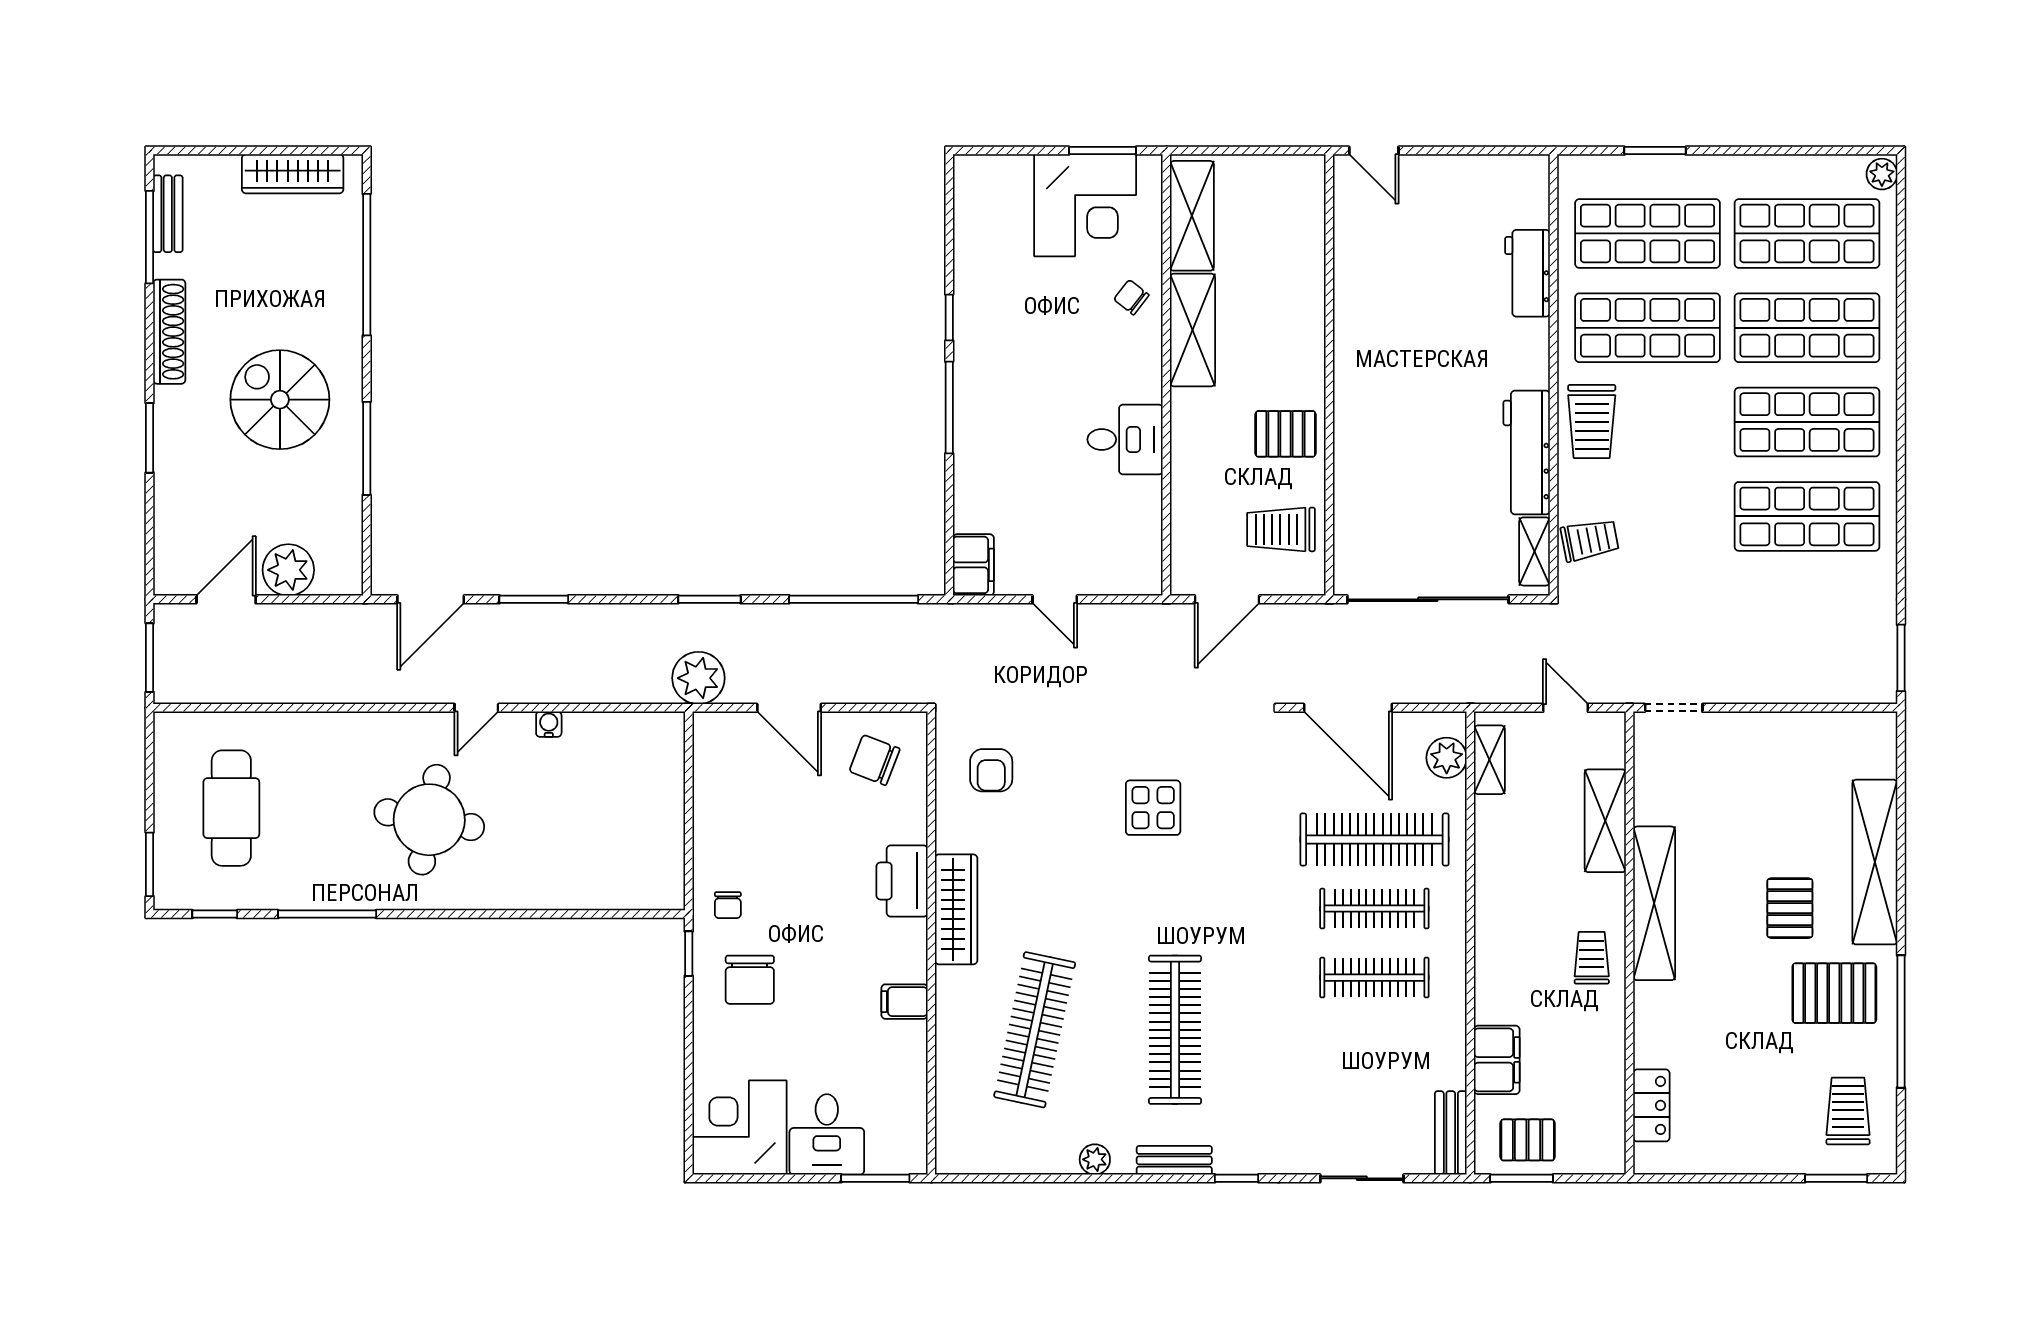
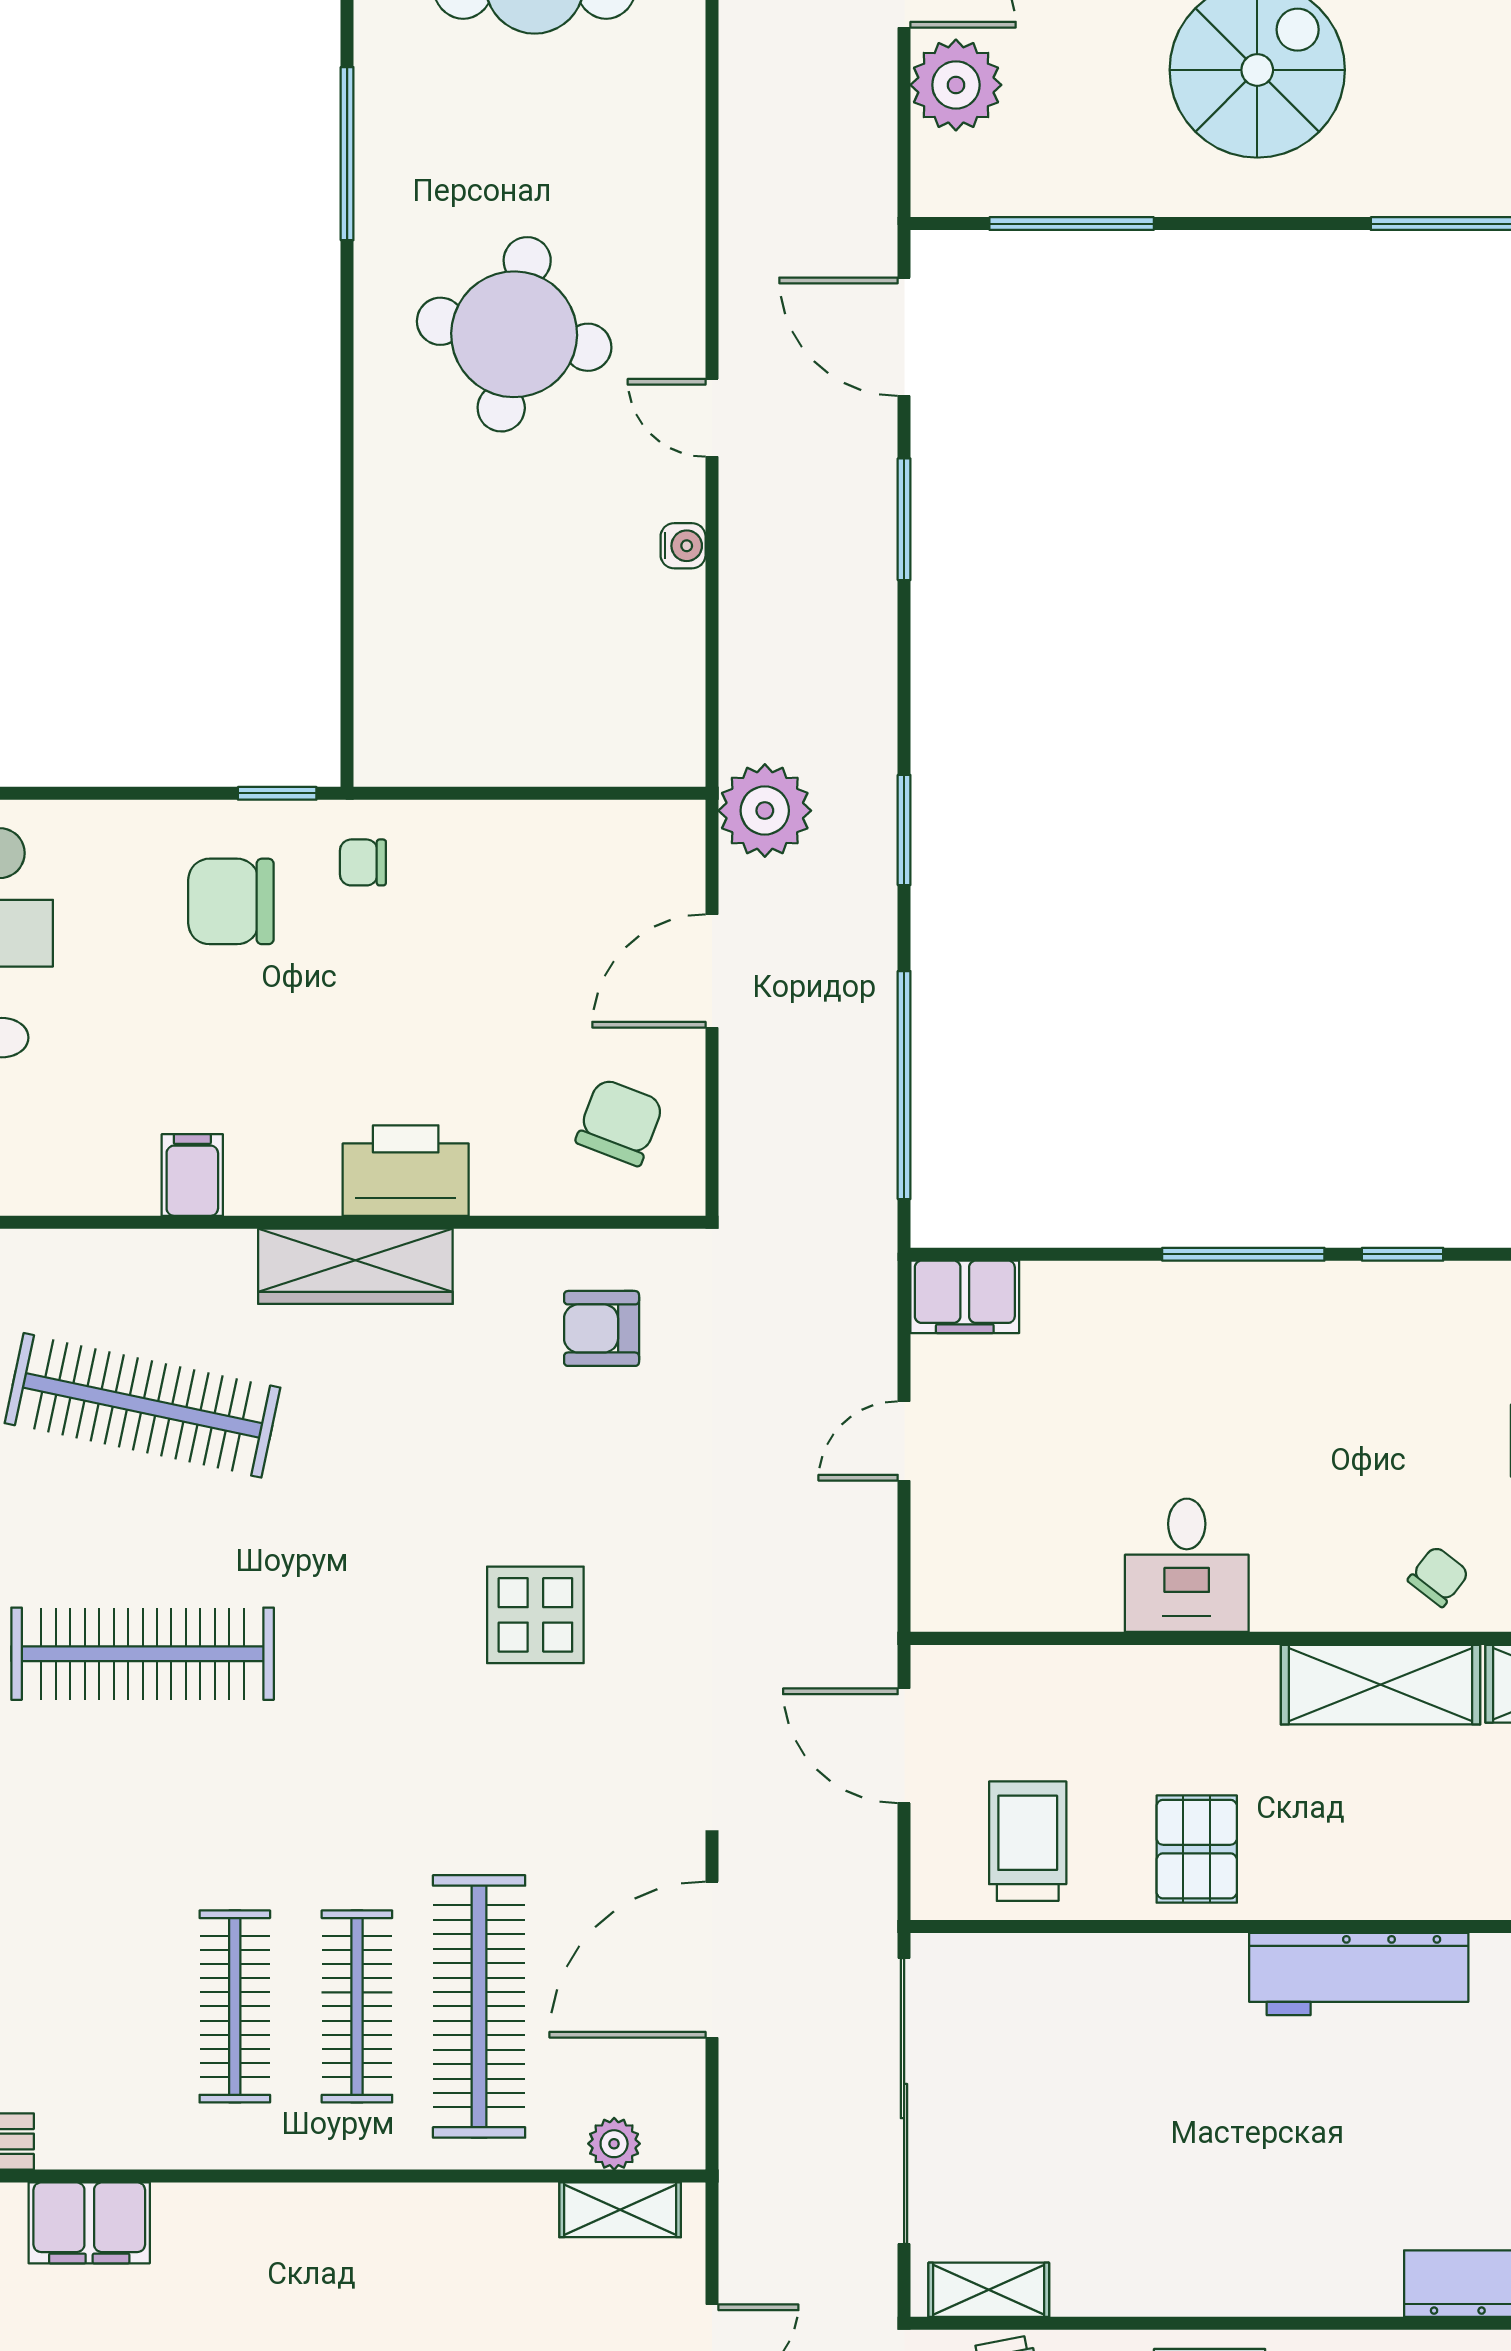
window: (367, 448) -> (1072, 224), moved
workbench: (1527, 453) -> (1359, 1974), moved, turned 180
plant: (1447, 758) -> (614, 2144), width x0.73, depth x0.73

